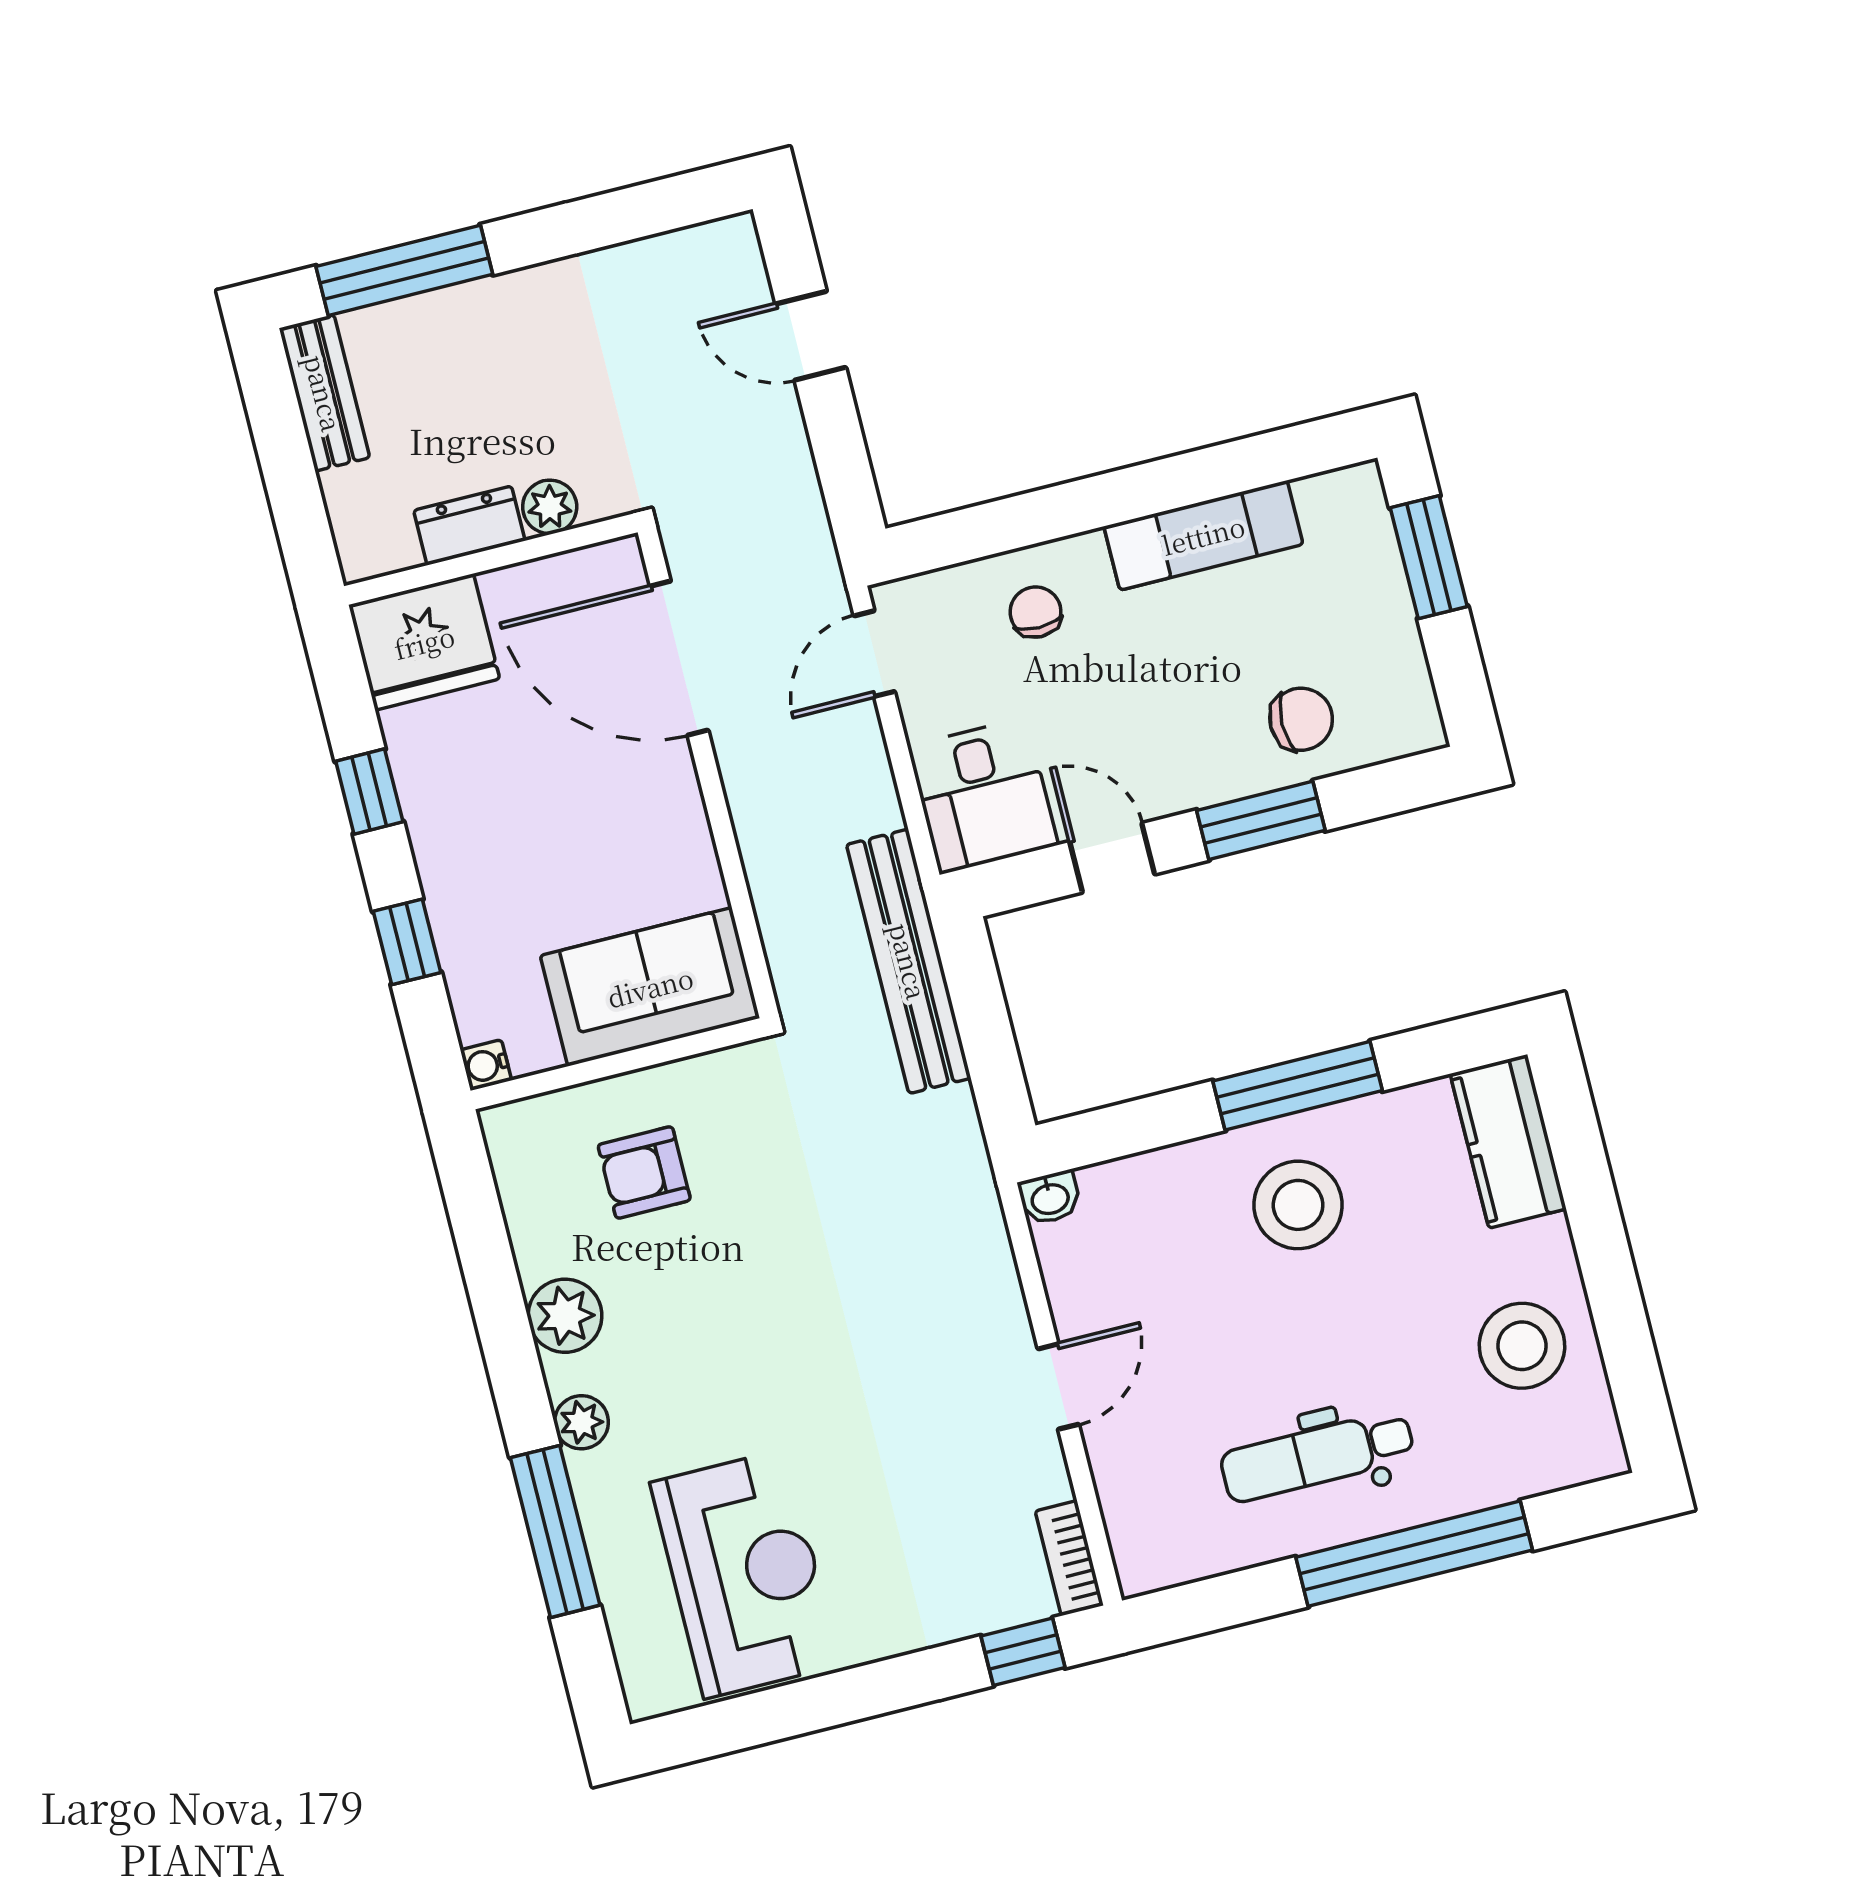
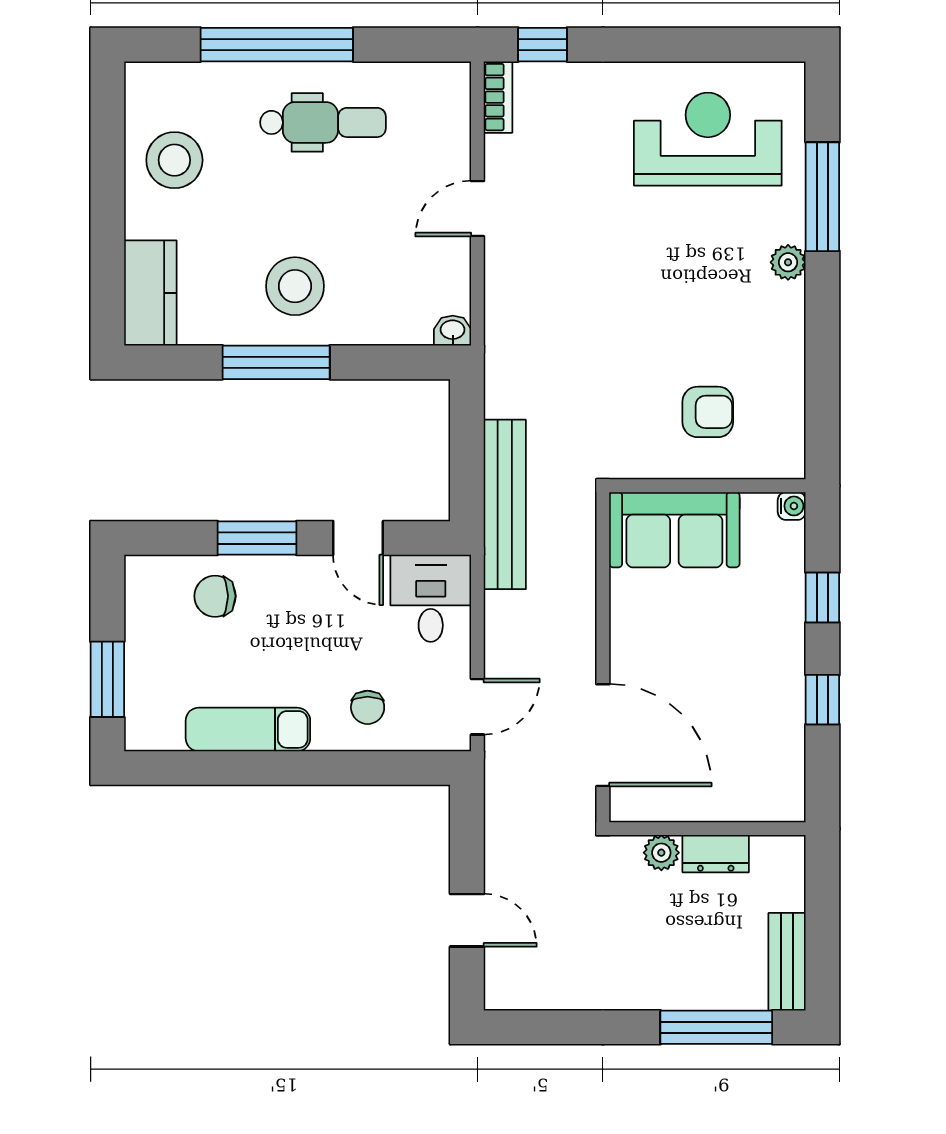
fridge: (424, 642) -> (763, 786), removed
plant: (565, 1316) -> (781, 333), removed
reception desk: (745, 1574) -> (708, 139), turned 90

